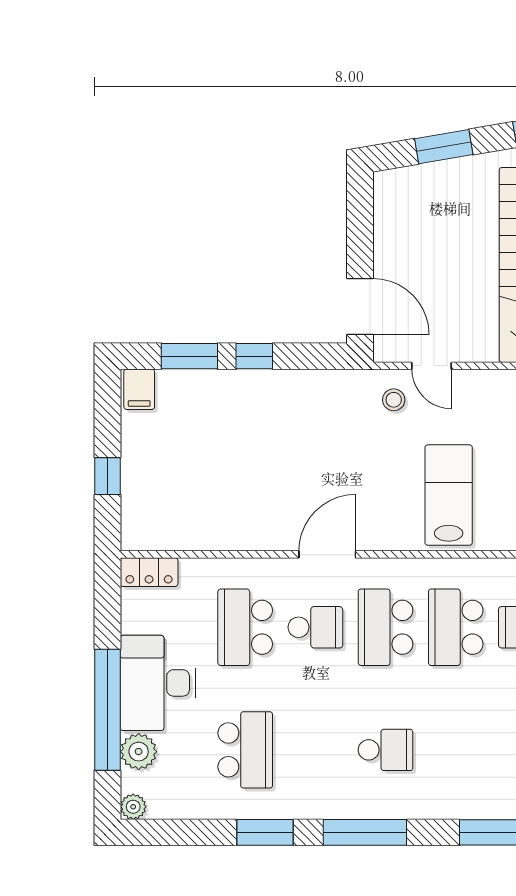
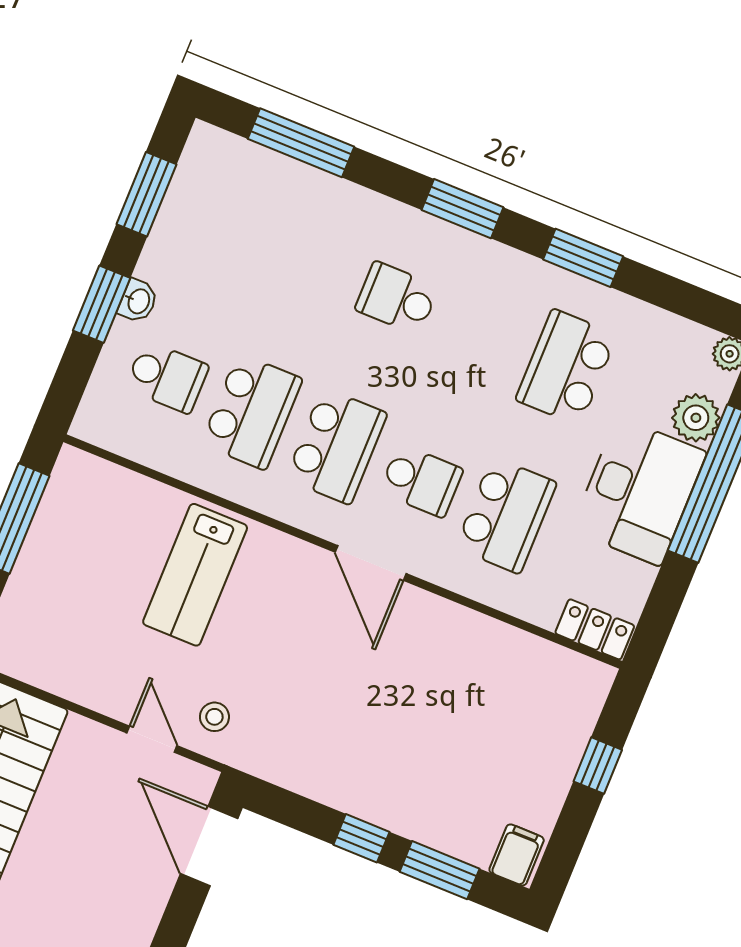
door: (327, 554) -> (371, 563), hinge flipped
school desk: (315, 627) -> (421, 481), turned 180
window: (365, 832) -> (462, 209), width x0.69

